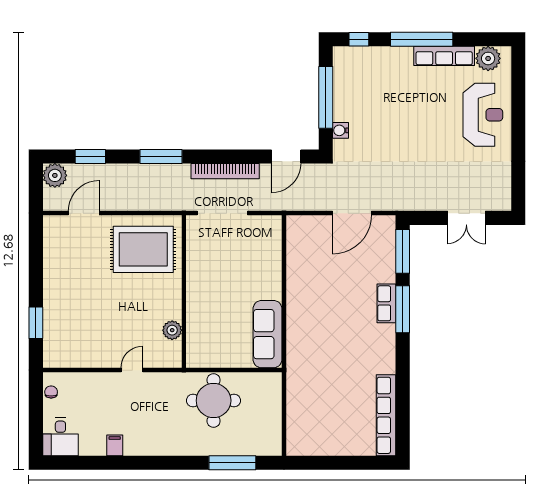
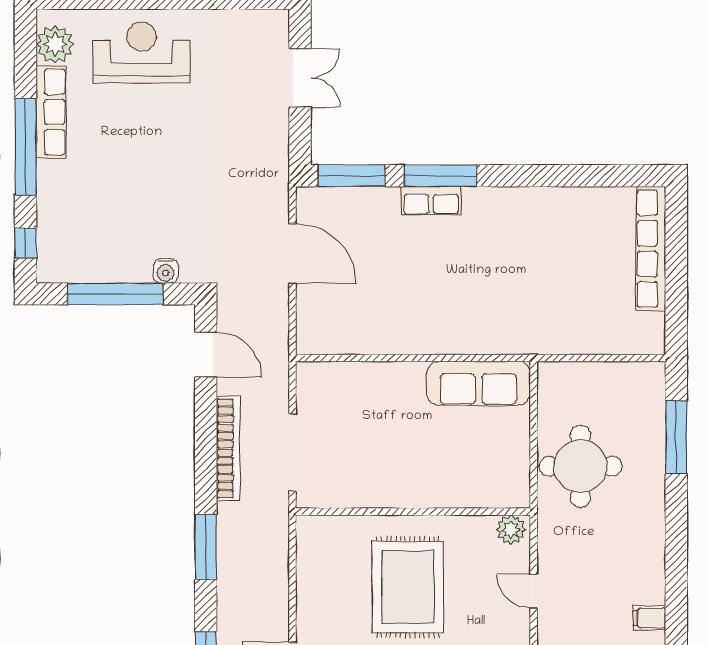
rug: (143, 249) -> (408, 587), moved
plant: (172, 330) -> (511, 530), moved
row of seats: (386, 415) -> (651, 249), moved, turned 90

